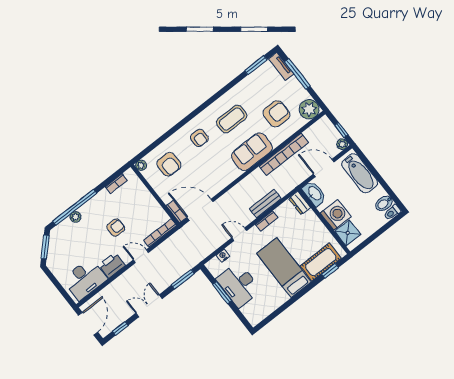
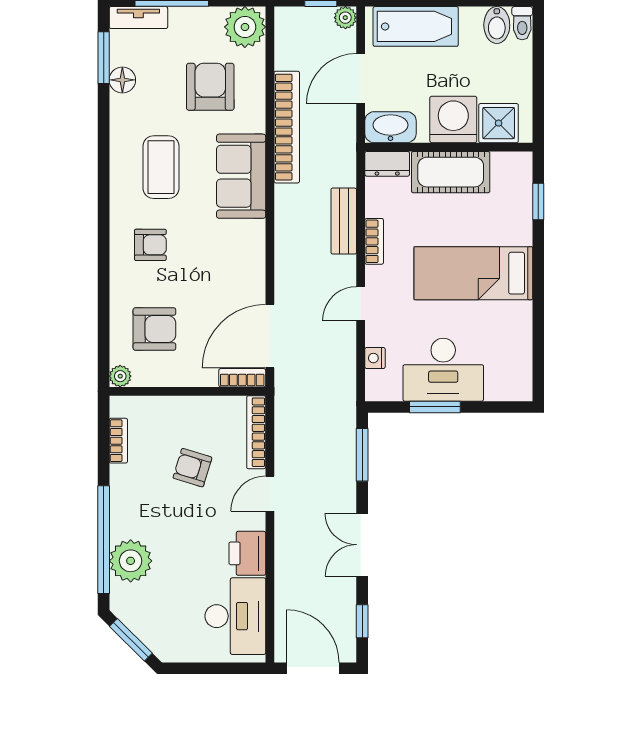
floor lamp: (253, 79) -> (122, 80), added
plant: (76, 217) -> (131, 561), width x1.88, depth x1.88
armchair: (116, 228) -> (192, 468), moved, turned -73
cot: (321, 262) -> (451, 172), moved, turned 90

